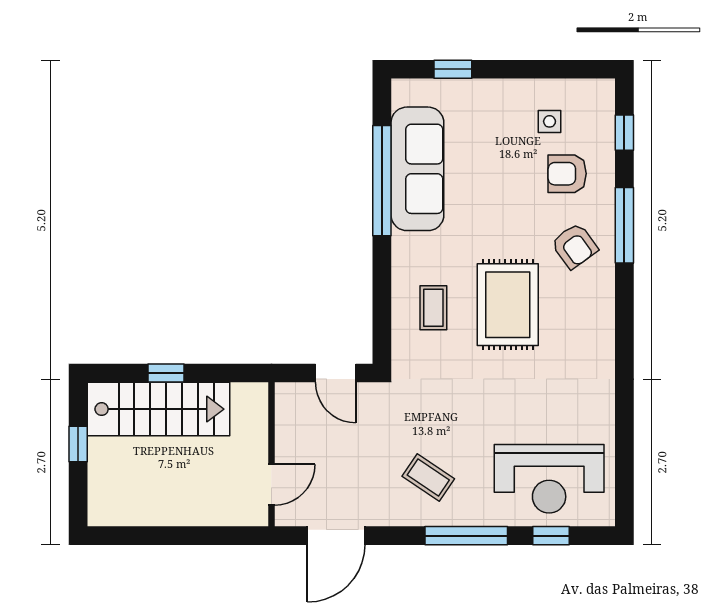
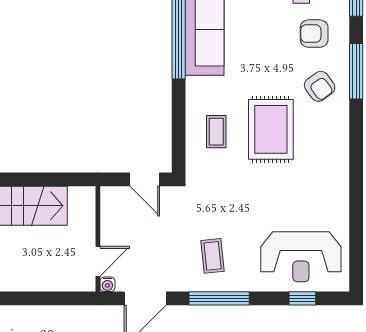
window: (166, 373) -> (21, 179), removed
coffee table: (428, 477) -> (213, 256), turned 50
water cooler: (285, 516) -> (107, 284), added
window: (466, 536) -> (219, 298), moved

